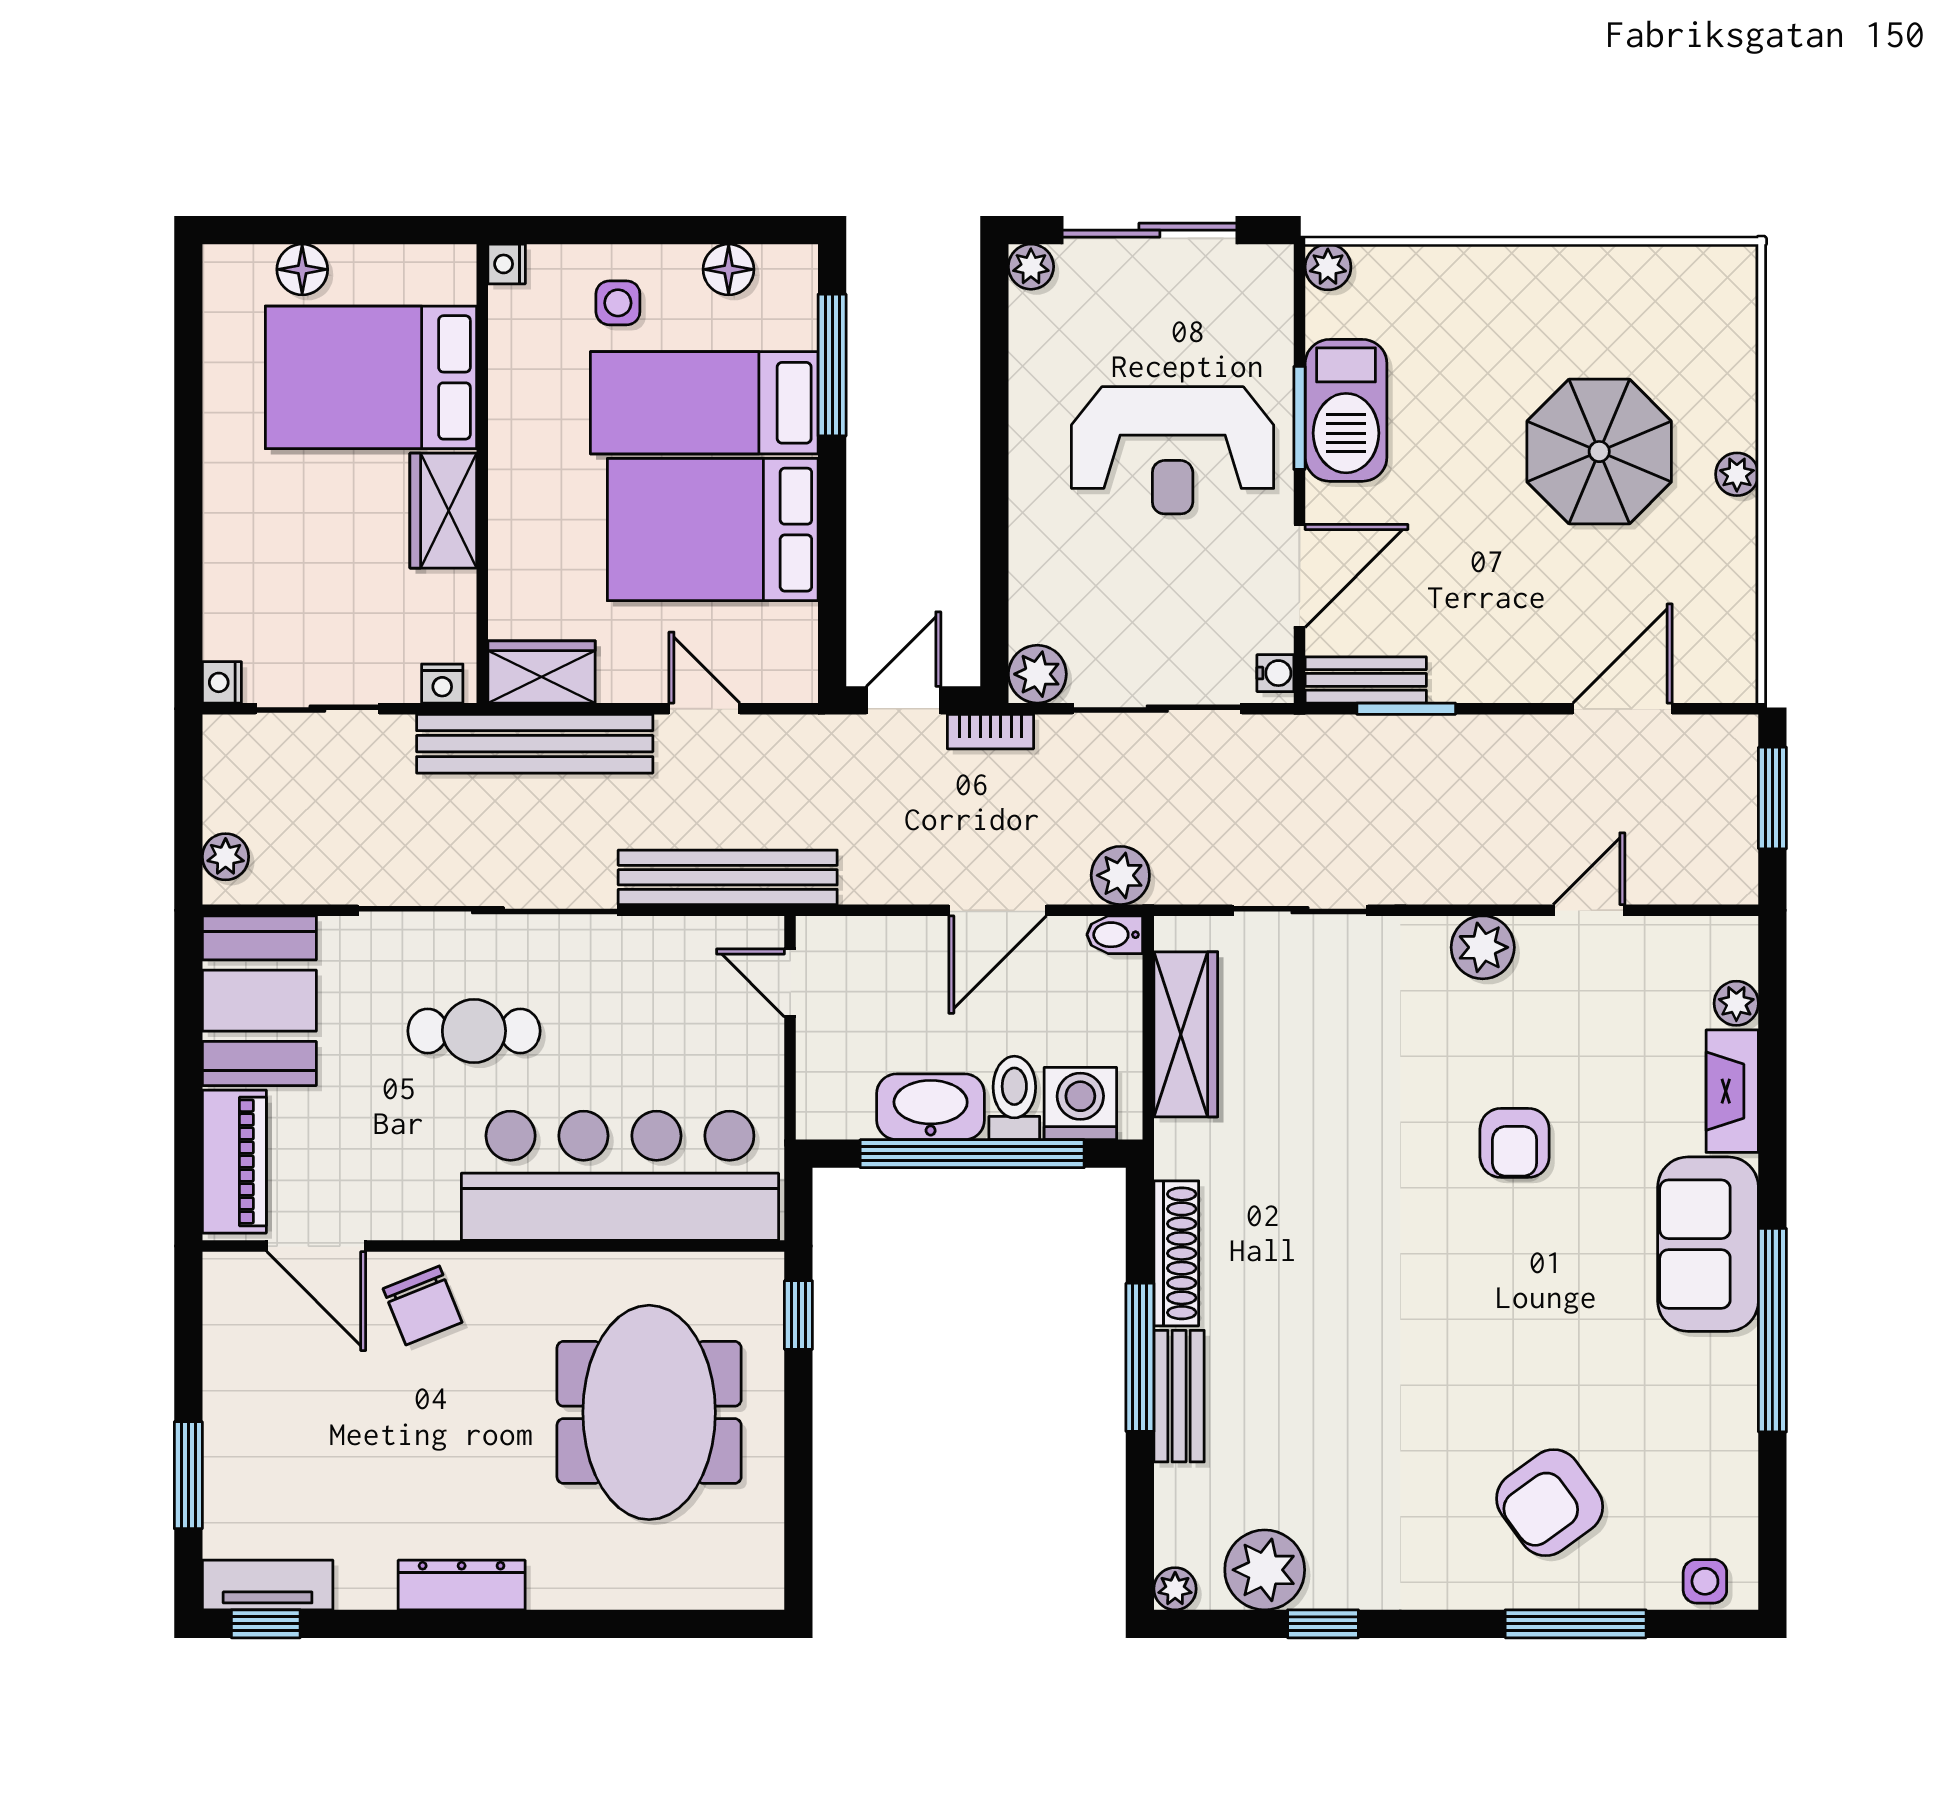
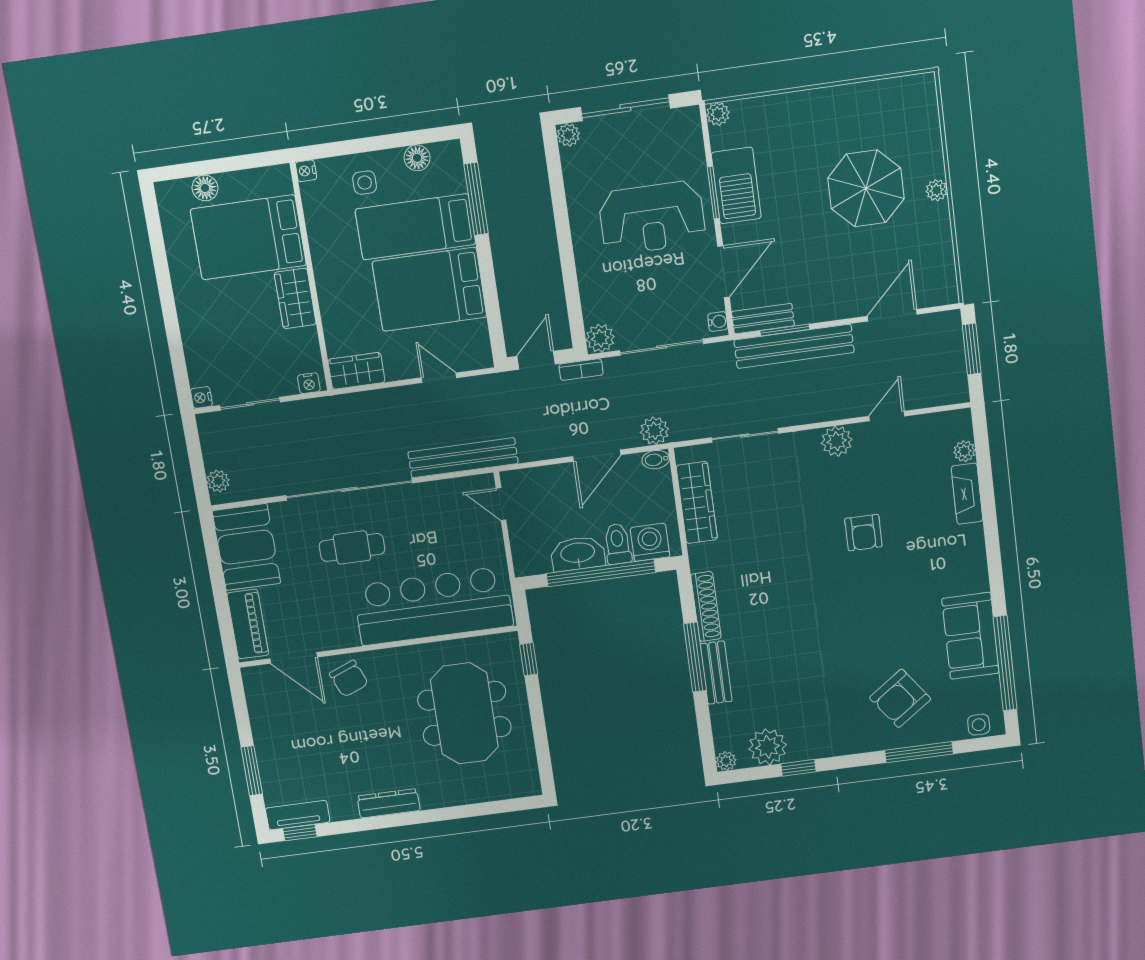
bench: (535, 744) -> (794, 346), moved
sofa: (1708, 1244) -> (971, 636), moved
window: (1772, 1330) -> (1005, 663), moved

